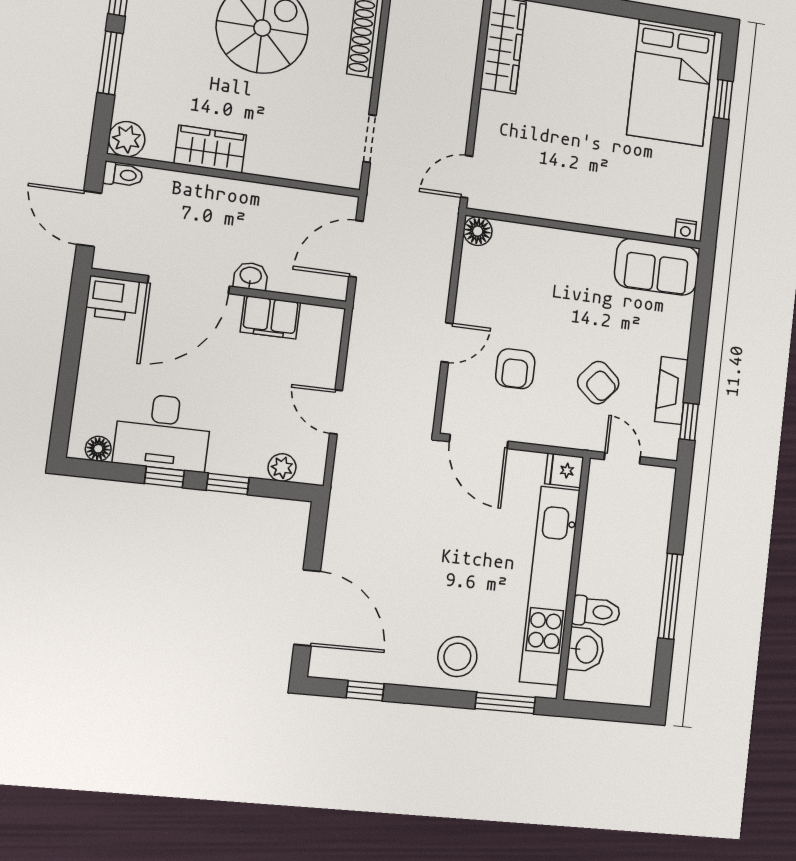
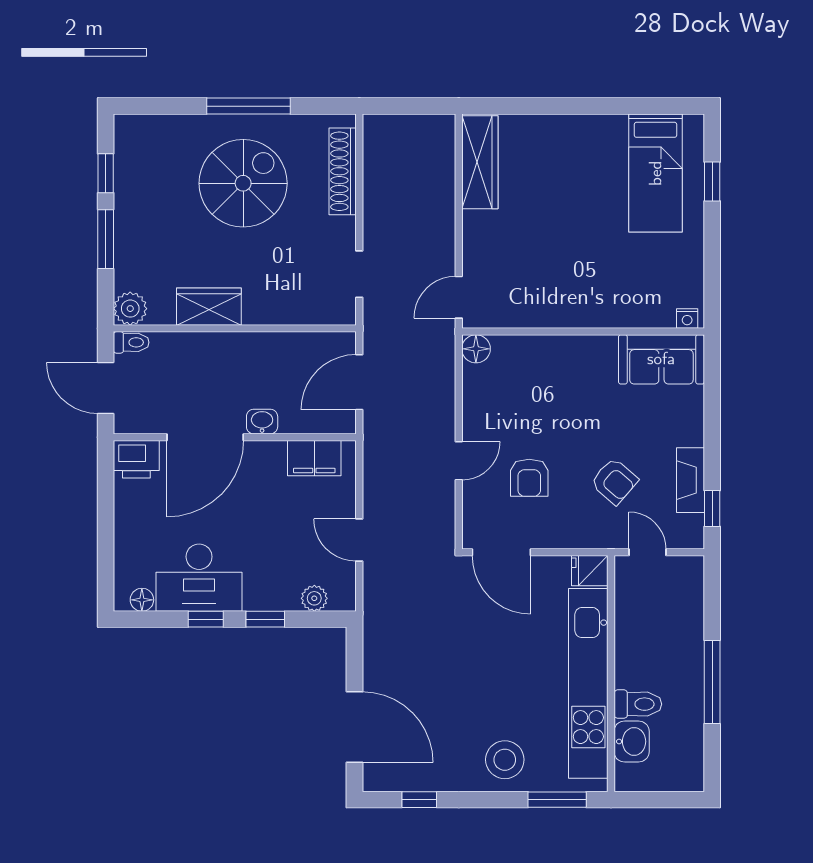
bed: (671, 83) -> (656, 173), width x0.67
filing cabinet: (270, 317) -> (314, 458), moved

